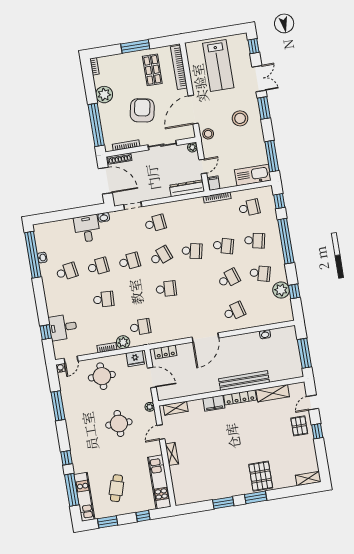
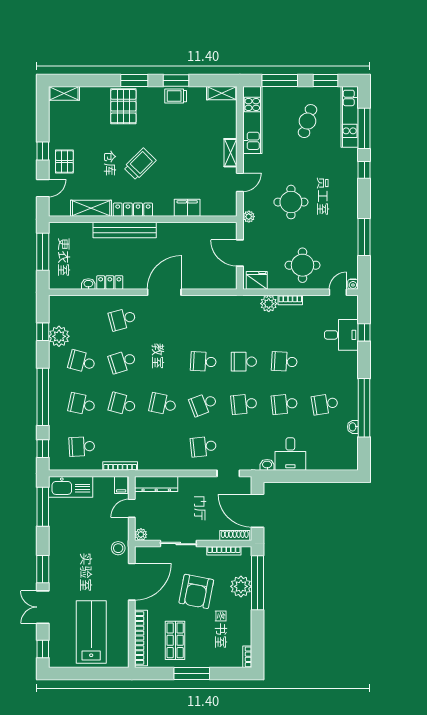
plant: (104, 95) -> (241, 586), moved
stool: (240, 118) -> (75, 561), removed
window: (33, 255) -> (364, 408), moved
school desk: (140, 327) -> (244, 362), moved
locker: (165, 352) -> (110, 282), moved
filing cabinet: (214, 403) -> (187, 208), moved
shelving: (176, 408) -> (222, 93), moved
trolley: (241, 434) -> (140, 164), added
trolley: (222, 491) -> (176, 96), added
window: (143, 516) -> (280, 81), width x2.17

